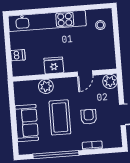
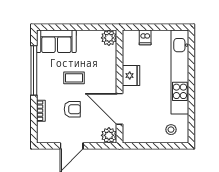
door: (85, 74) -> (120, 109), width x1.87
plant: (46, 86) -> (109, 38), moved
coffee table: (60, 117) -> (74, 78), width x0.54, depth x0.58
sofa: (27, 123) -> (56, 41), moved

